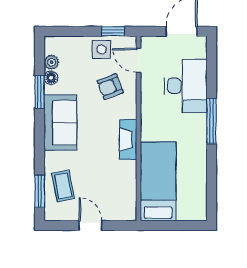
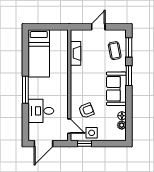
desk: (186, 86) -> (41, 111), width x0.73
window: (40, 92) -> (129, 76), moved
fireplace: (128, 139) -> (76, 53), moved
bed: (158, 181) -> (39, 53), moved
door: (90, 225) -> (98, 27), swing flipped

